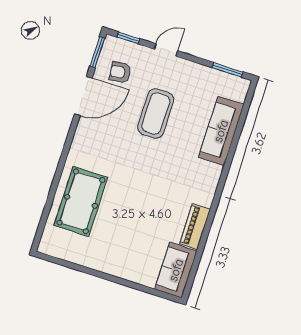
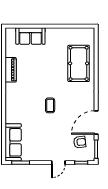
coffee table: (156, 113) -> (50, 105), moved, width x0.54, depth x0.58
sofa: (221, 131) -> (13, 142), moved
sofa: (176, 270) -> (30, 36), moved, turned 90

